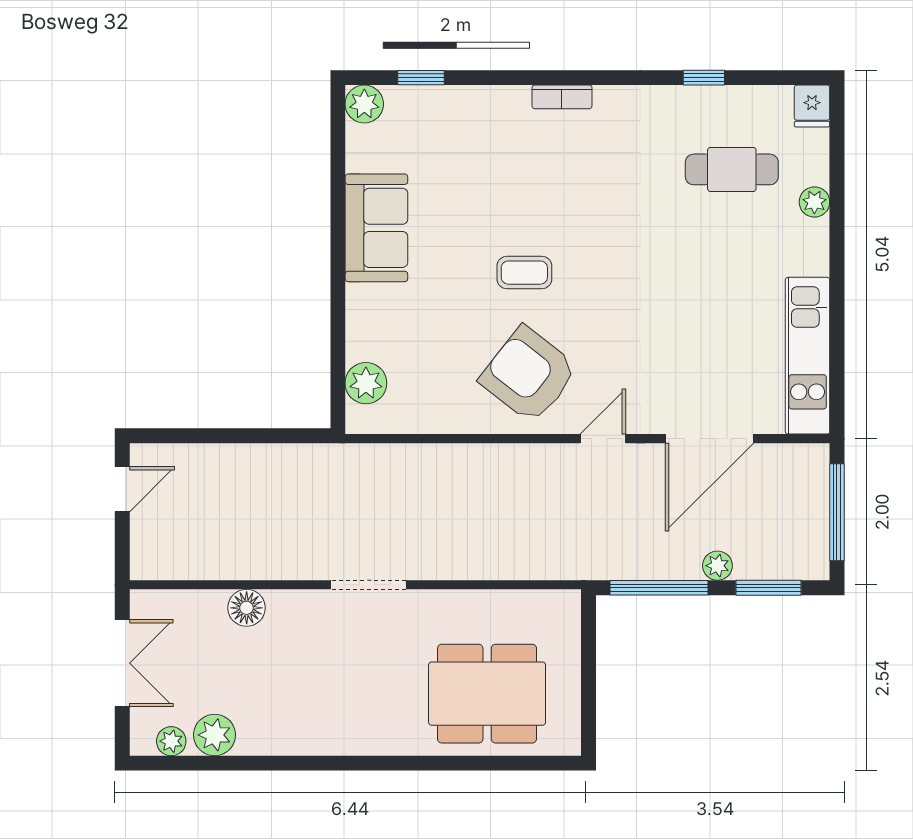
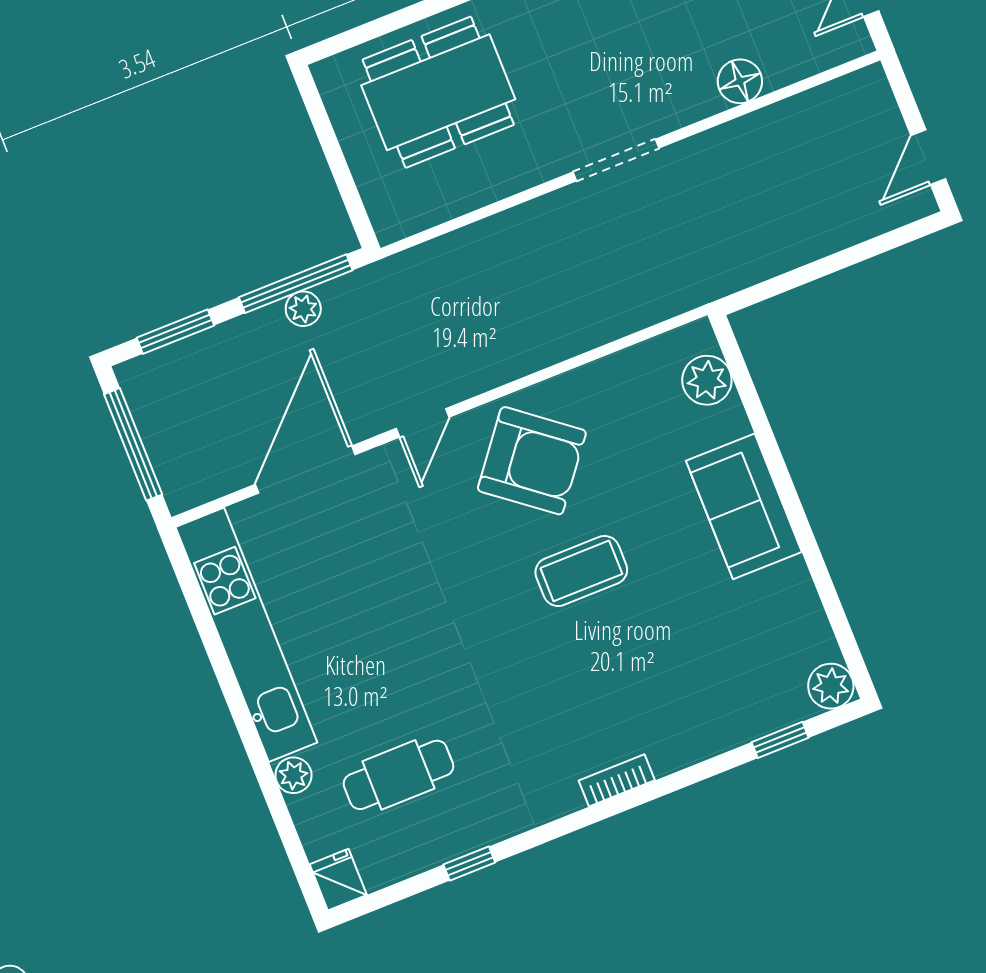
sofa: (376, 228) -> (744, 506), moved
coffee table: (524, 273) -> (581, 571), width x1.36, depth x1.30
kitchen unit: (808, 356) -> (246, 635), width x1.36
plant: (717, 566) -> (303, 309), moved

